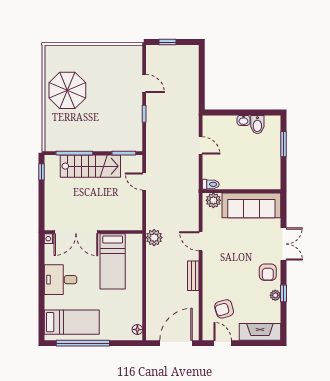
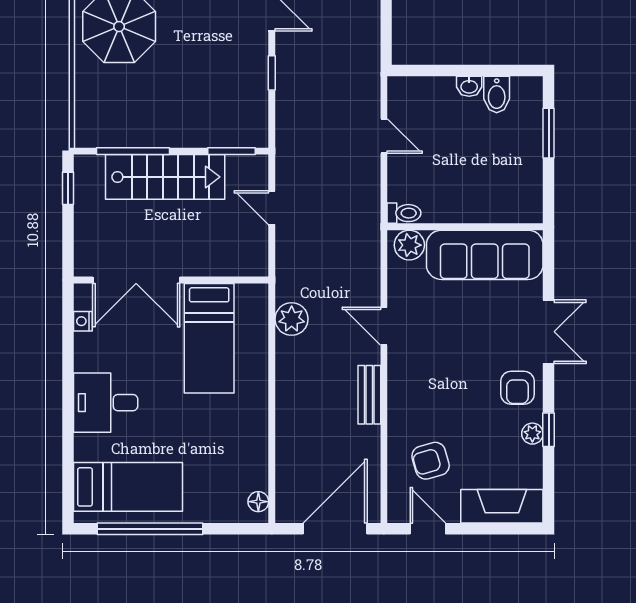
double door: (76, 232) -> (136, 280), moved
wall: (93, 232) -> (171, 280), moved
bed: (113, 261) -> (209, 338), moved

